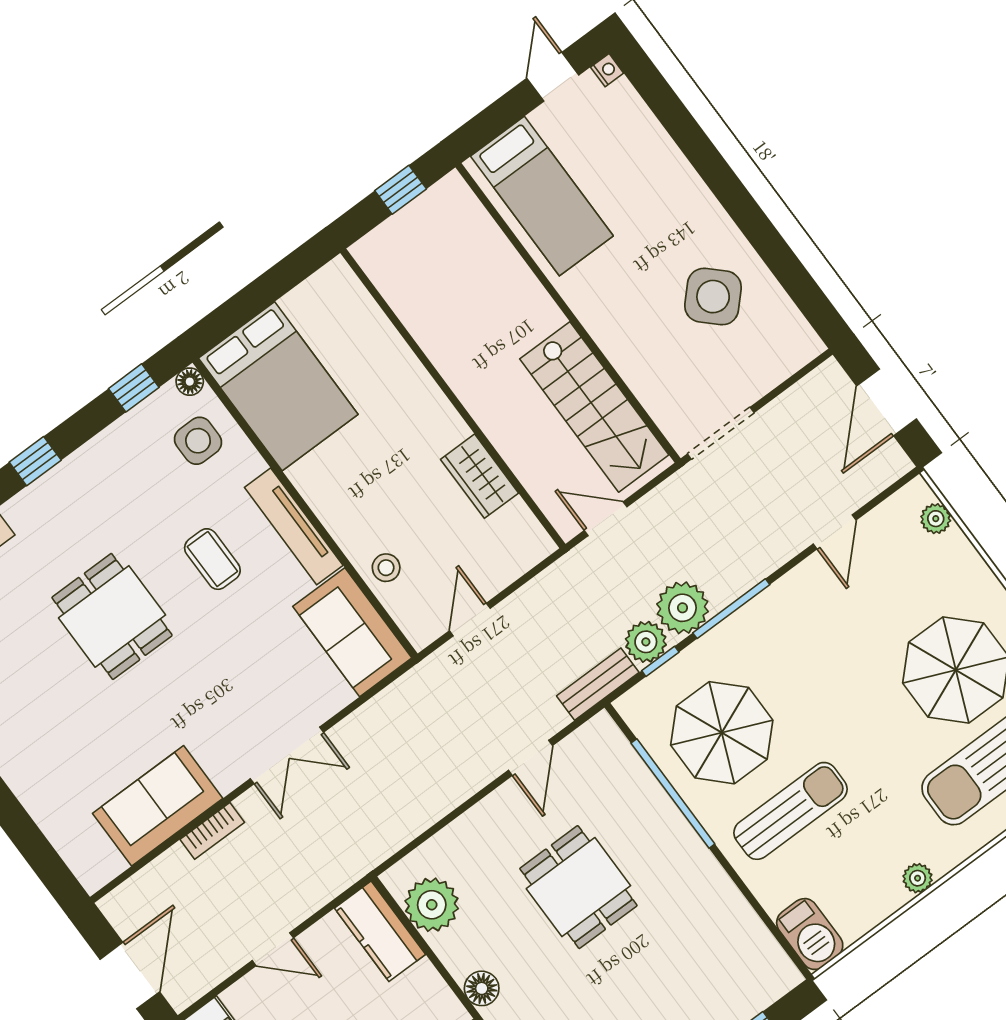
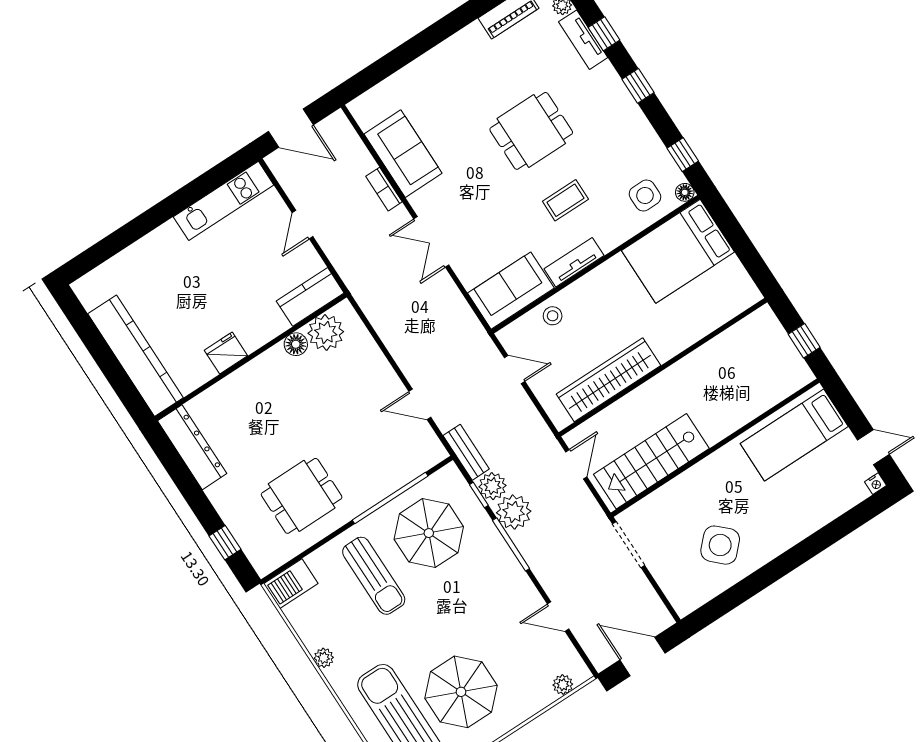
wardrobe: (479, 476) -> (608, 380), width x2.10, depth x1.17
tv unit: (294, 526) -> (574, 262), width x0.71
dining table: (578, 887) -> (302, 496), moved
floor lamp: (482, 988) -> (296, 344), moved

